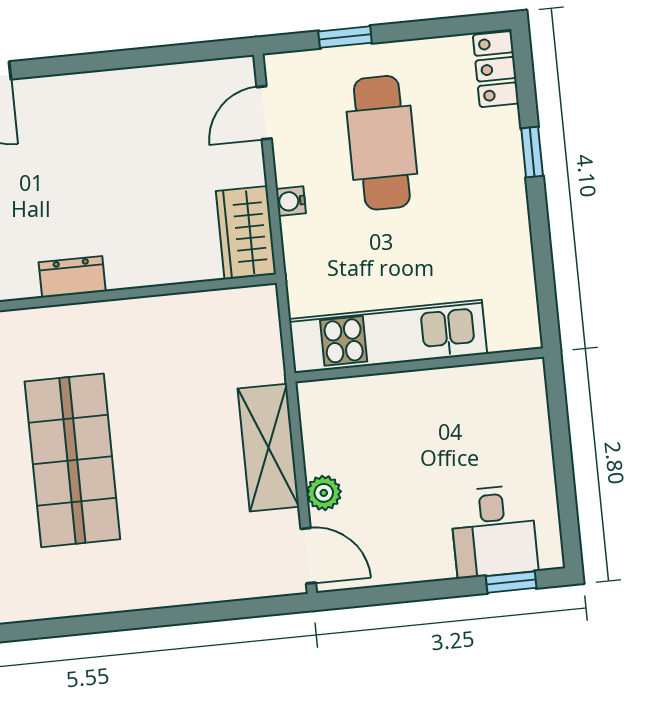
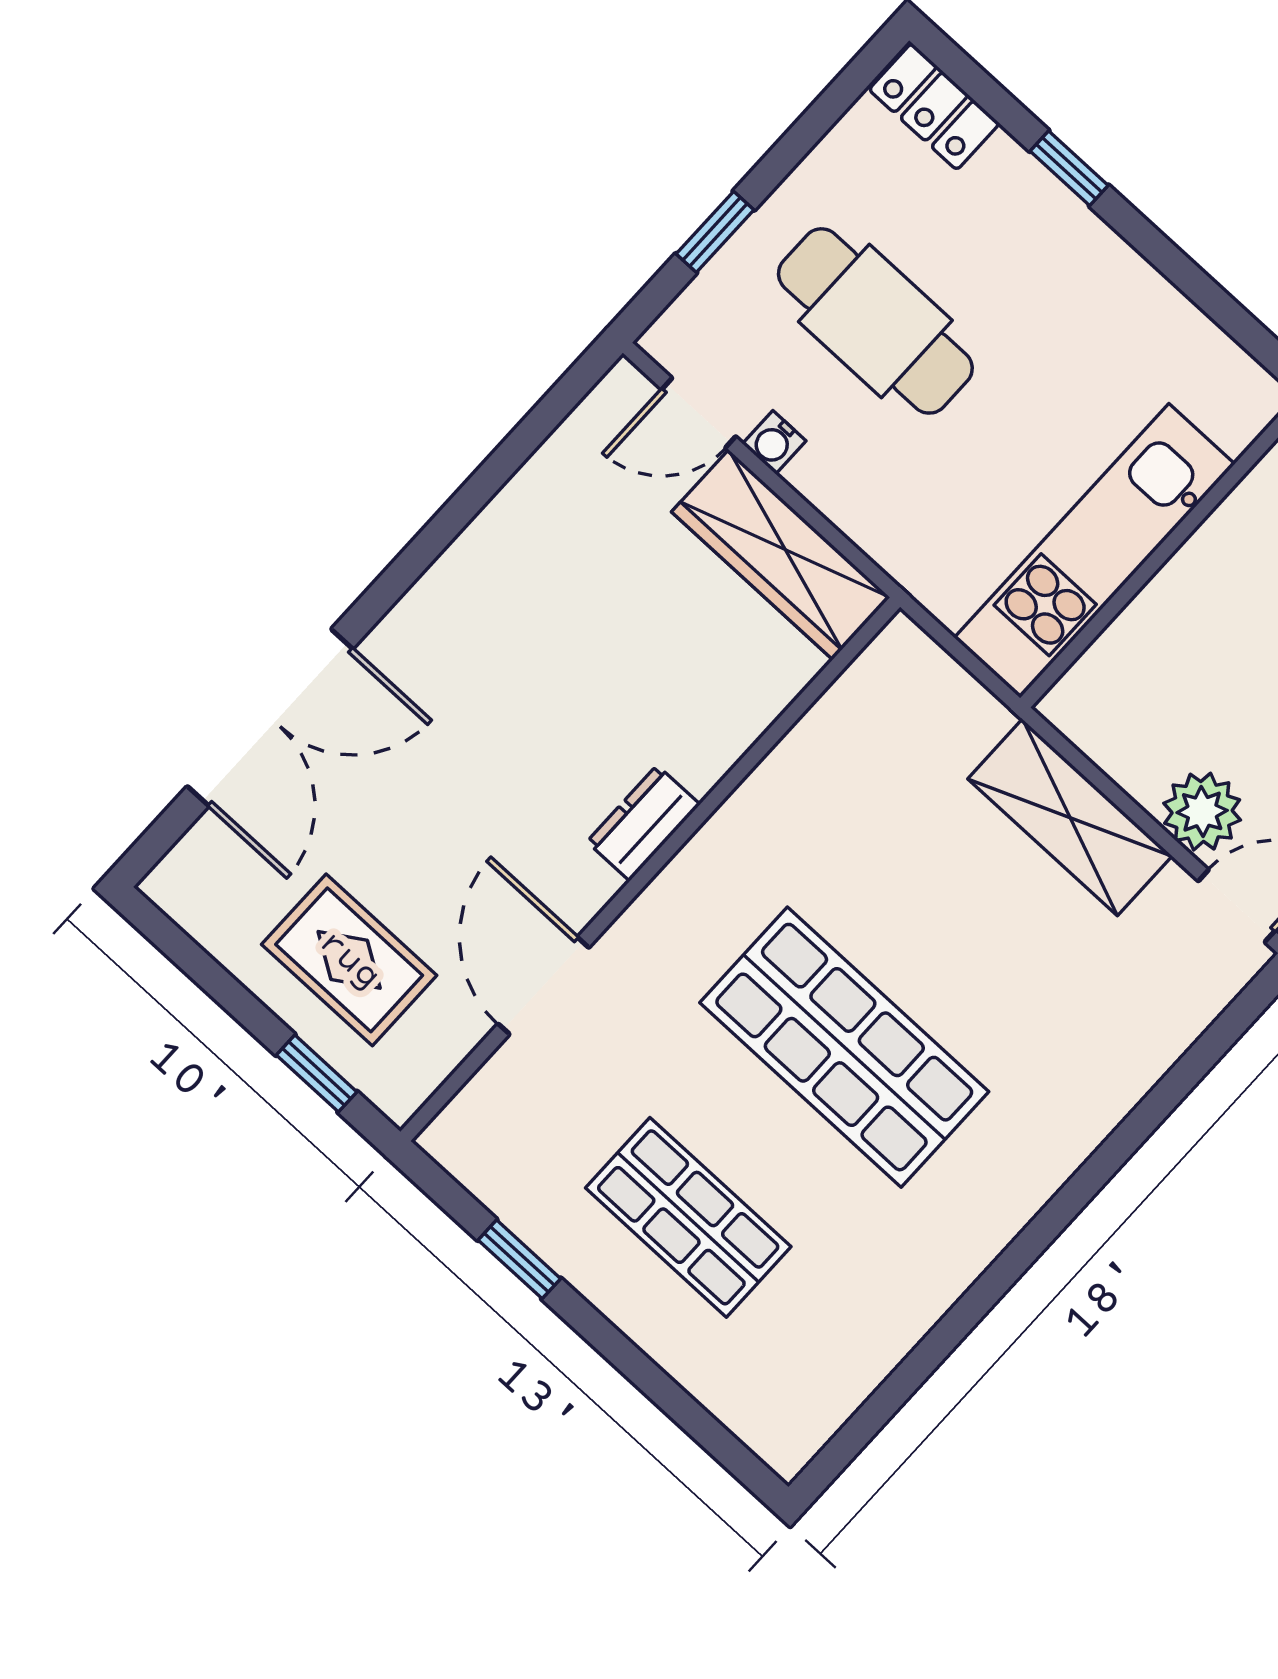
door: (264, 113) -> (699, 413), hinge flipped
water cooler: (291, 201) -> (774, 442), moved
wardrobe: (246, 233) -> (781, 555), width x1.50
plant: (324, 493) -> (1202, 812), width x1.38, depth x1.38

